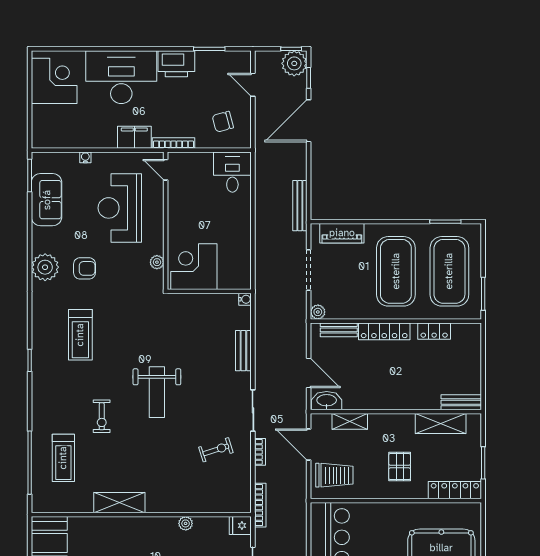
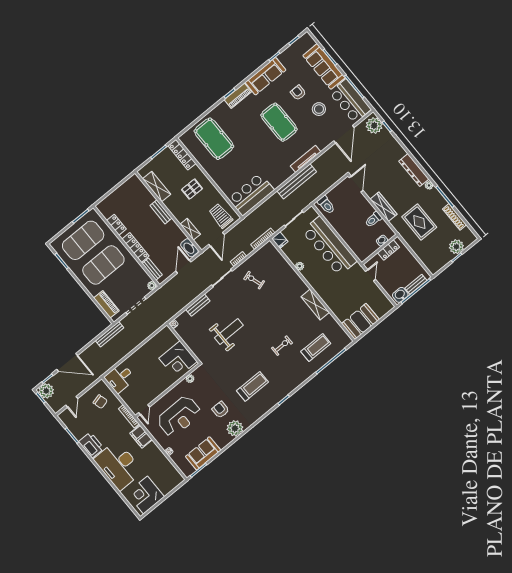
weight bench: (157, 392) -> (229, 331), moved
bench: (461, 402) -> (161, 212), moved

